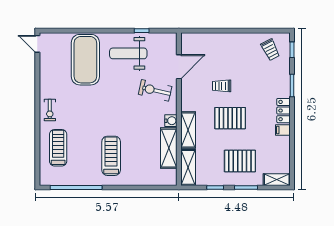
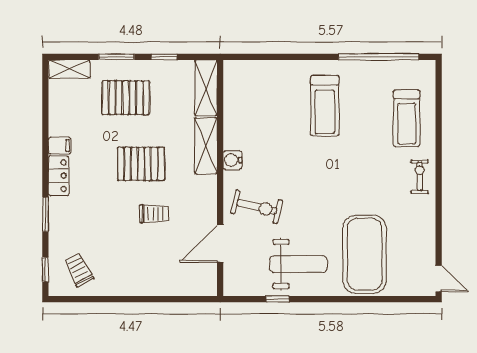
shelving: (169, 148) -> (236, 118), removed

